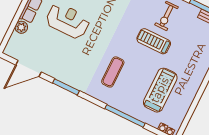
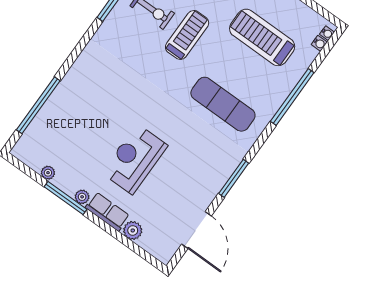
treadmill: (154, 41) -> (187, 35), turned 180
exercise mat: (113, 72) -> (223, 104), width x1.36, depth x1.45

